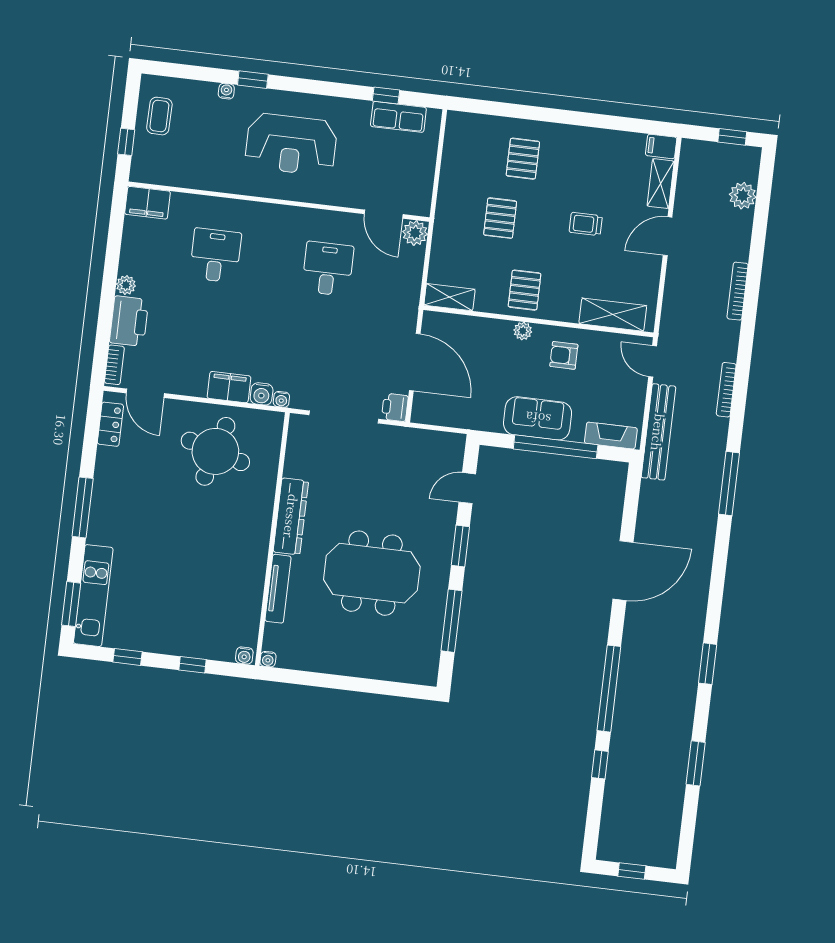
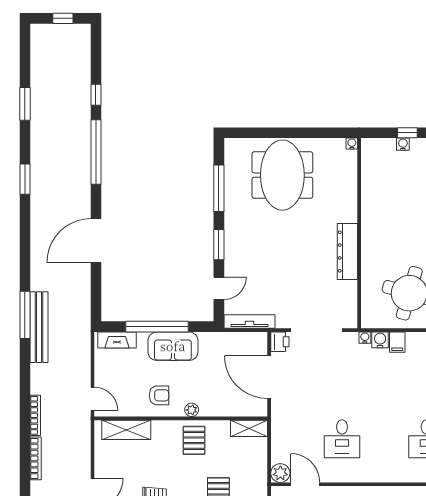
filing cabinet: (229, 387) -> (397, 342), width x0.50
bookcase: (726, 390) -> (35, 415), moved
bench: (658, 432) -> (39, 327), moved
meeting table: (372, 573) -> (282, 175), moved, turned 90
tv unit: (278, 589) -> (249, 322), moved, turned 90
water cooler: (244, 656) -> (403, 144), moved

